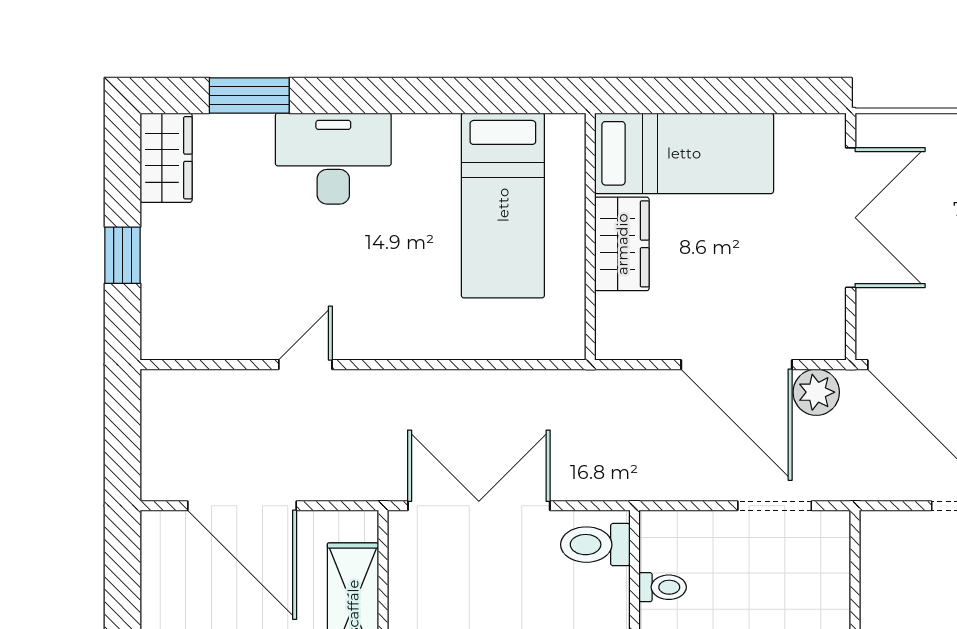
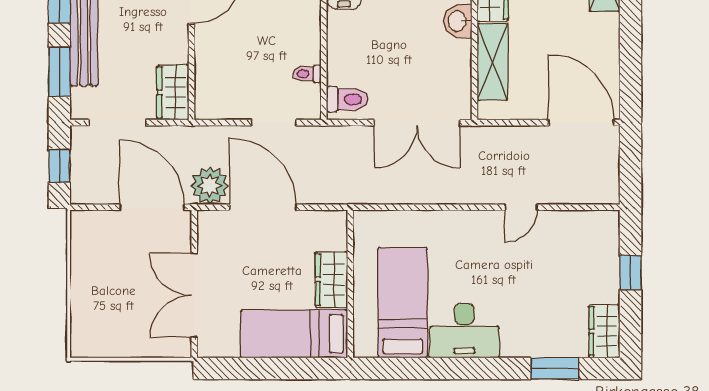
desk: (333, 159) -> (464, 331), moved
plant: (816, 392) -> (210, 186), width x1.36, depth x1.36
door: (242, 506) -> (581, 123), moved
doorway: (775, 506) -> (274, 123), moved
wardrobe: (886, 556) -> (173, 92), added

